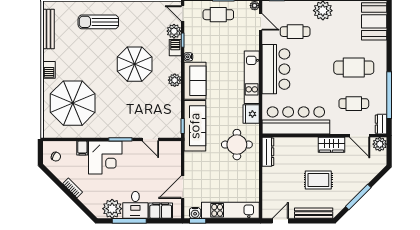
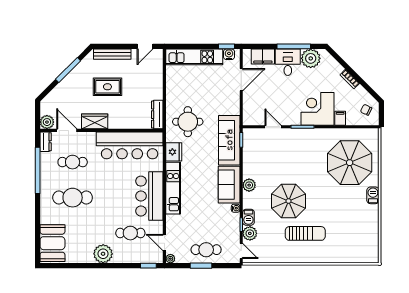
sun lounger: (98, 22) -> (305, 233), moved
bench: (48, 29) -> (373, 236), removed

